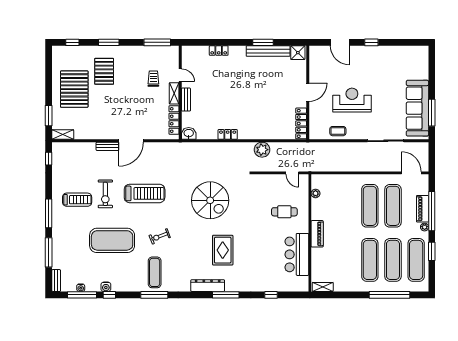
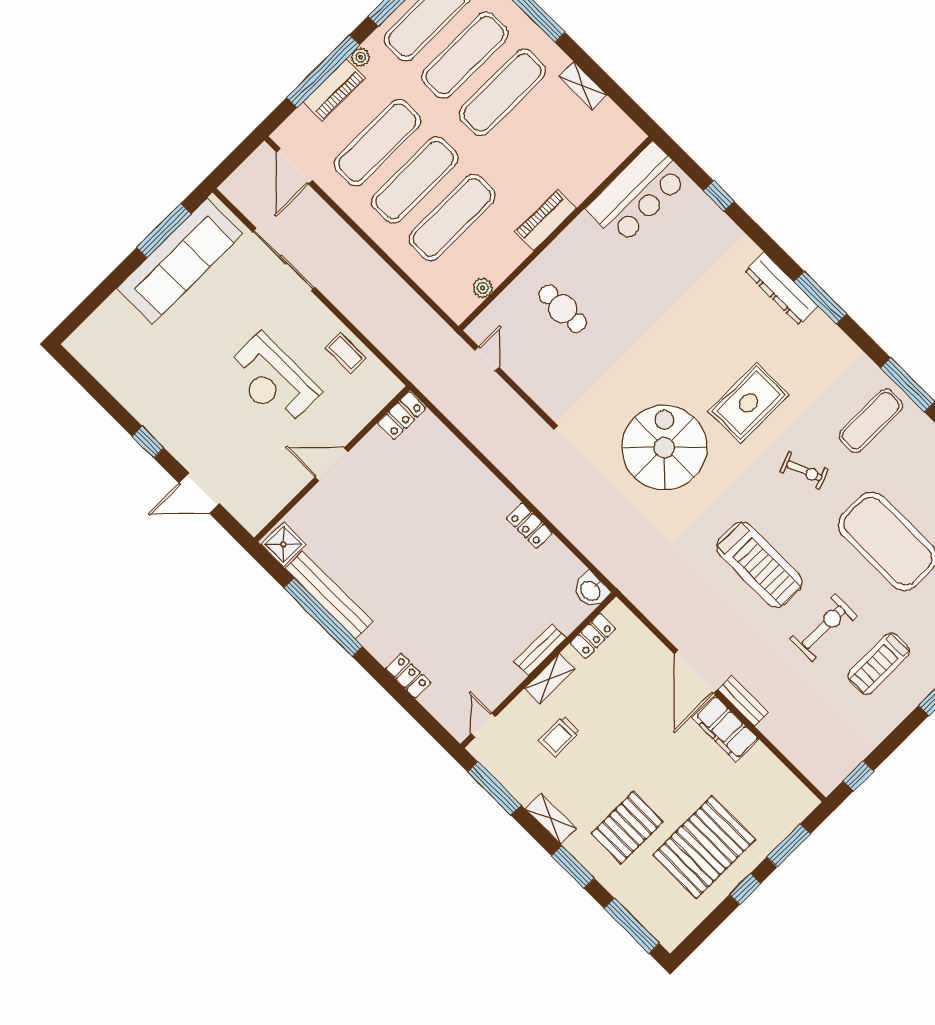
window: (72, 42) -> (632, 926), width x2.17
window: (263, 42) -> (323, 617), width x2.11
door: (340, 42) -> (199, 493), swing flipped
door: (180, 75) -> (483, 725), moved
window: (49, 89) -> (745, 889), added
locker: (174, 120) -> (593, 636), width x0.66
locker: (301, 123) -> (402, 416), width x0.66
filing cabinet: (104, 132) -> (726, 728), added
shelving: (63, 135) -> (551, 819), moved
door: (131, 141) -> (696, 672), swing flipped
plant: (262, 150) -> (498, 445), removed
treadmill: (145, 193) -> (759, 565), turned 180
treadmill: (77, 200) -> (879, 664), turned -90
exercise mat: (347, 206) -> (452, 217), added
rug: (223, 250) -> (749, 403), moved
bar counter: (297, 254) -> (637, 194), moved
dresser: (208, 286) -> (781, 288), moved
shelving: (323, 287) -> (583, 86), moved
window: (226, 295) -> (820, 298), moved

